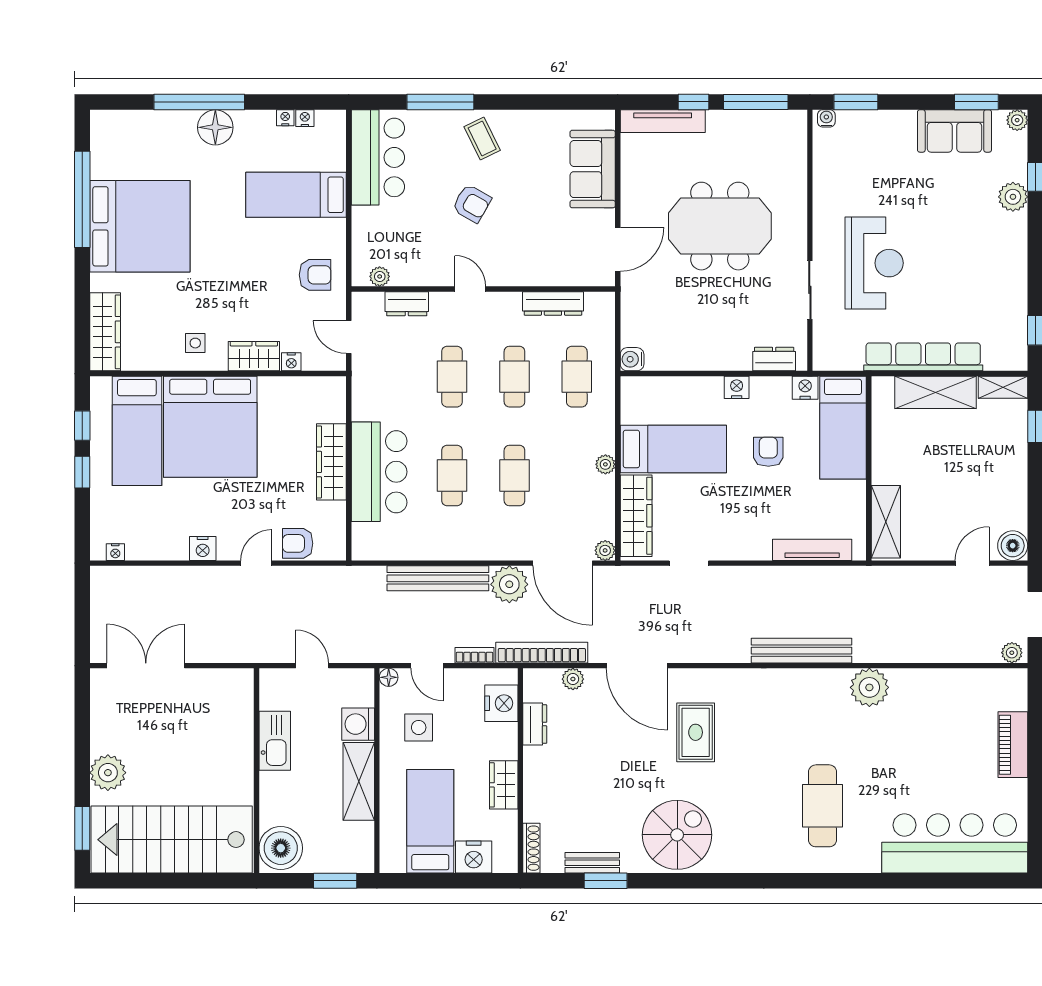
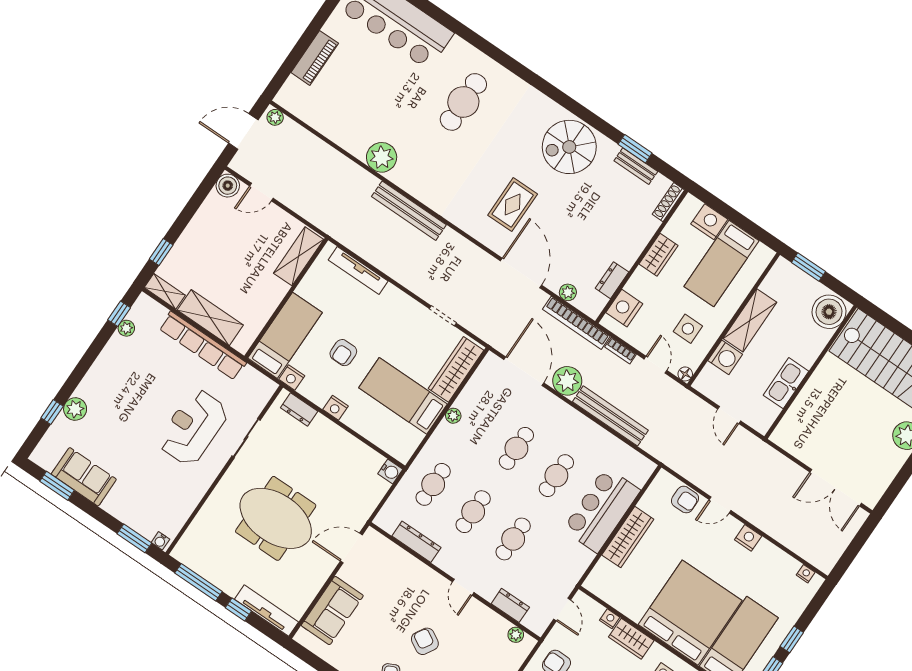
plant: (1017, 120) -> (126, 328), moved
plant: (605, 550) -> (491, 361), removed

